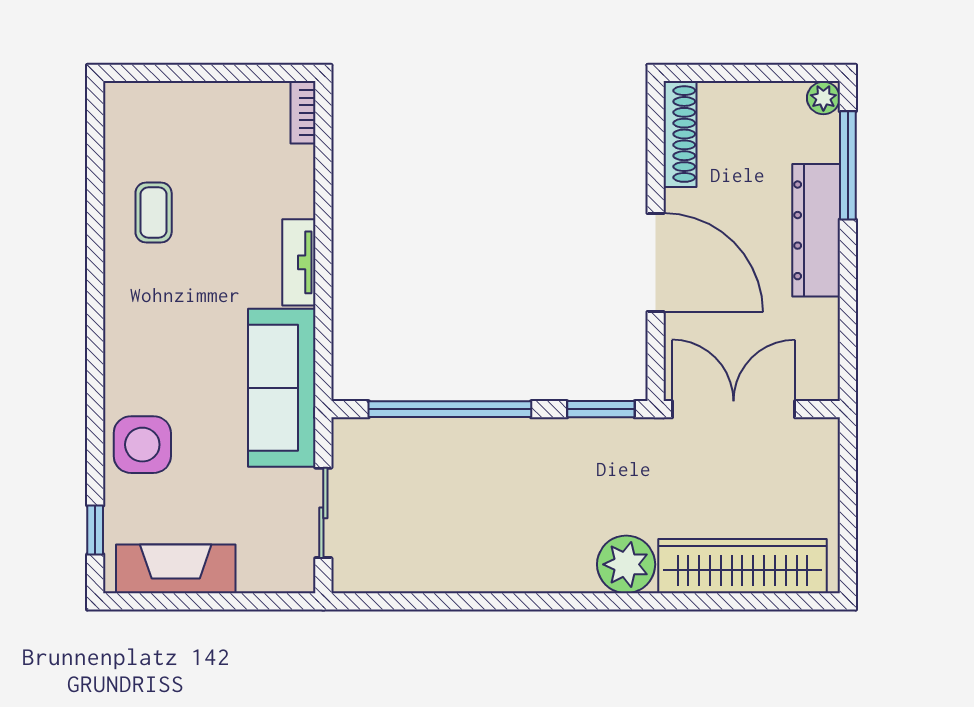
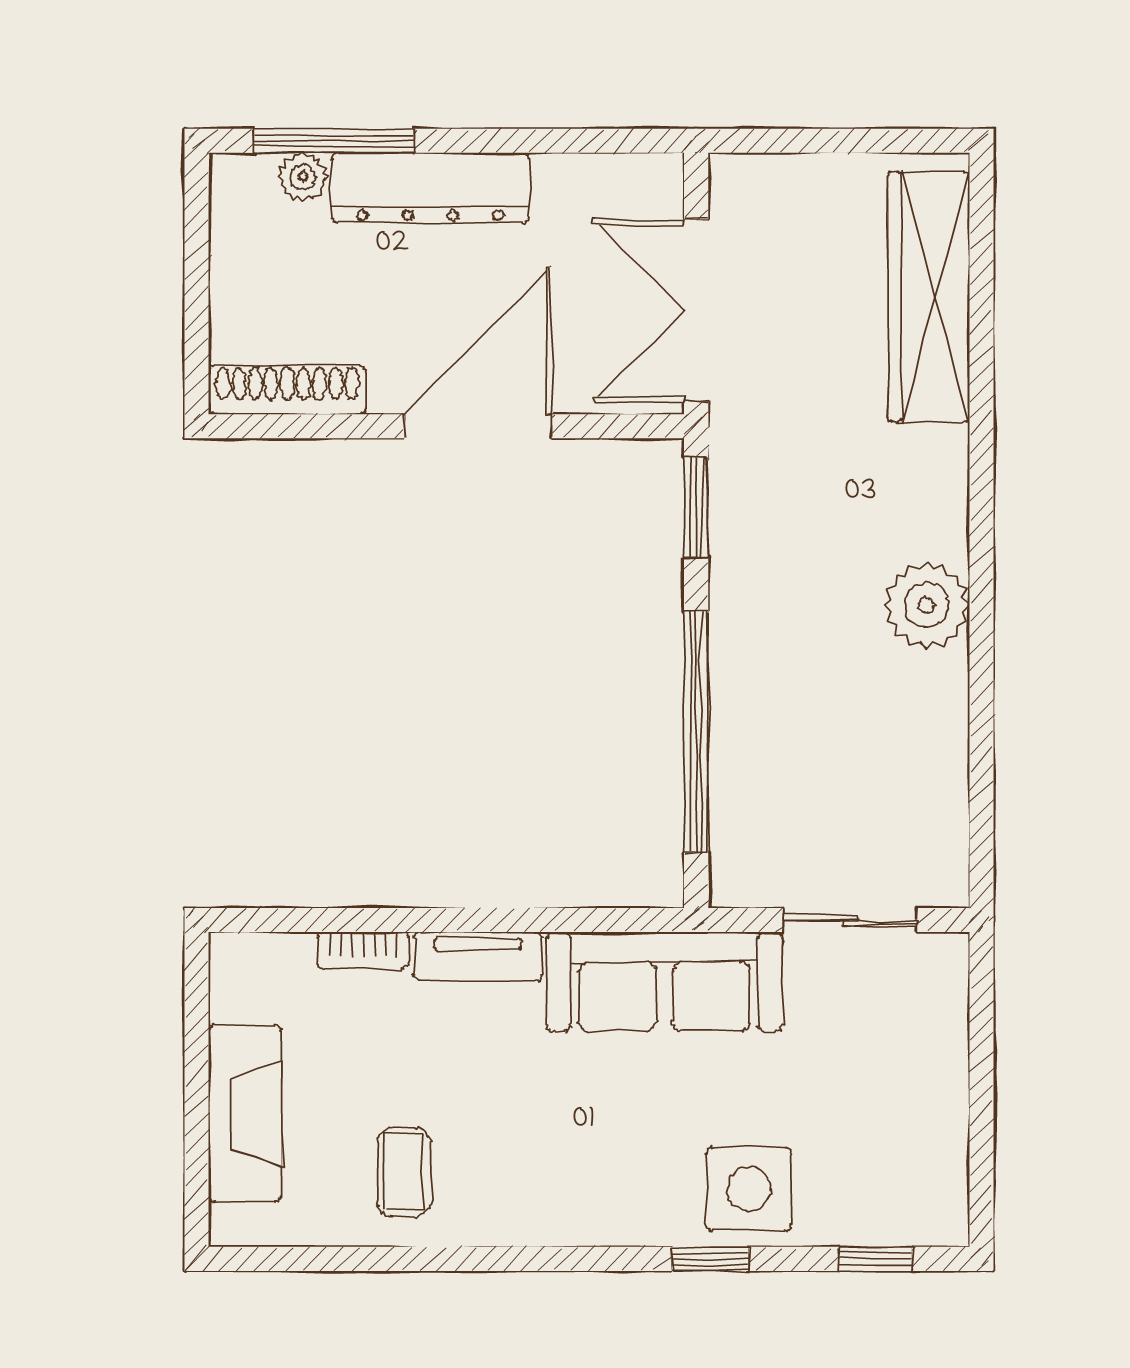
plant: (823, 98) -> (303, 177), moved
bookcase: (303, 113) -> (363, 950), moved
coffee table: (154, 213) -> (404, 1172), turned 90
window: (95, 419) -> (710, 1259), added
plant: (626, 564) -> (927, 605), moved
fireplace: (176, 569) -> (245, 1113), moved, turned 180

